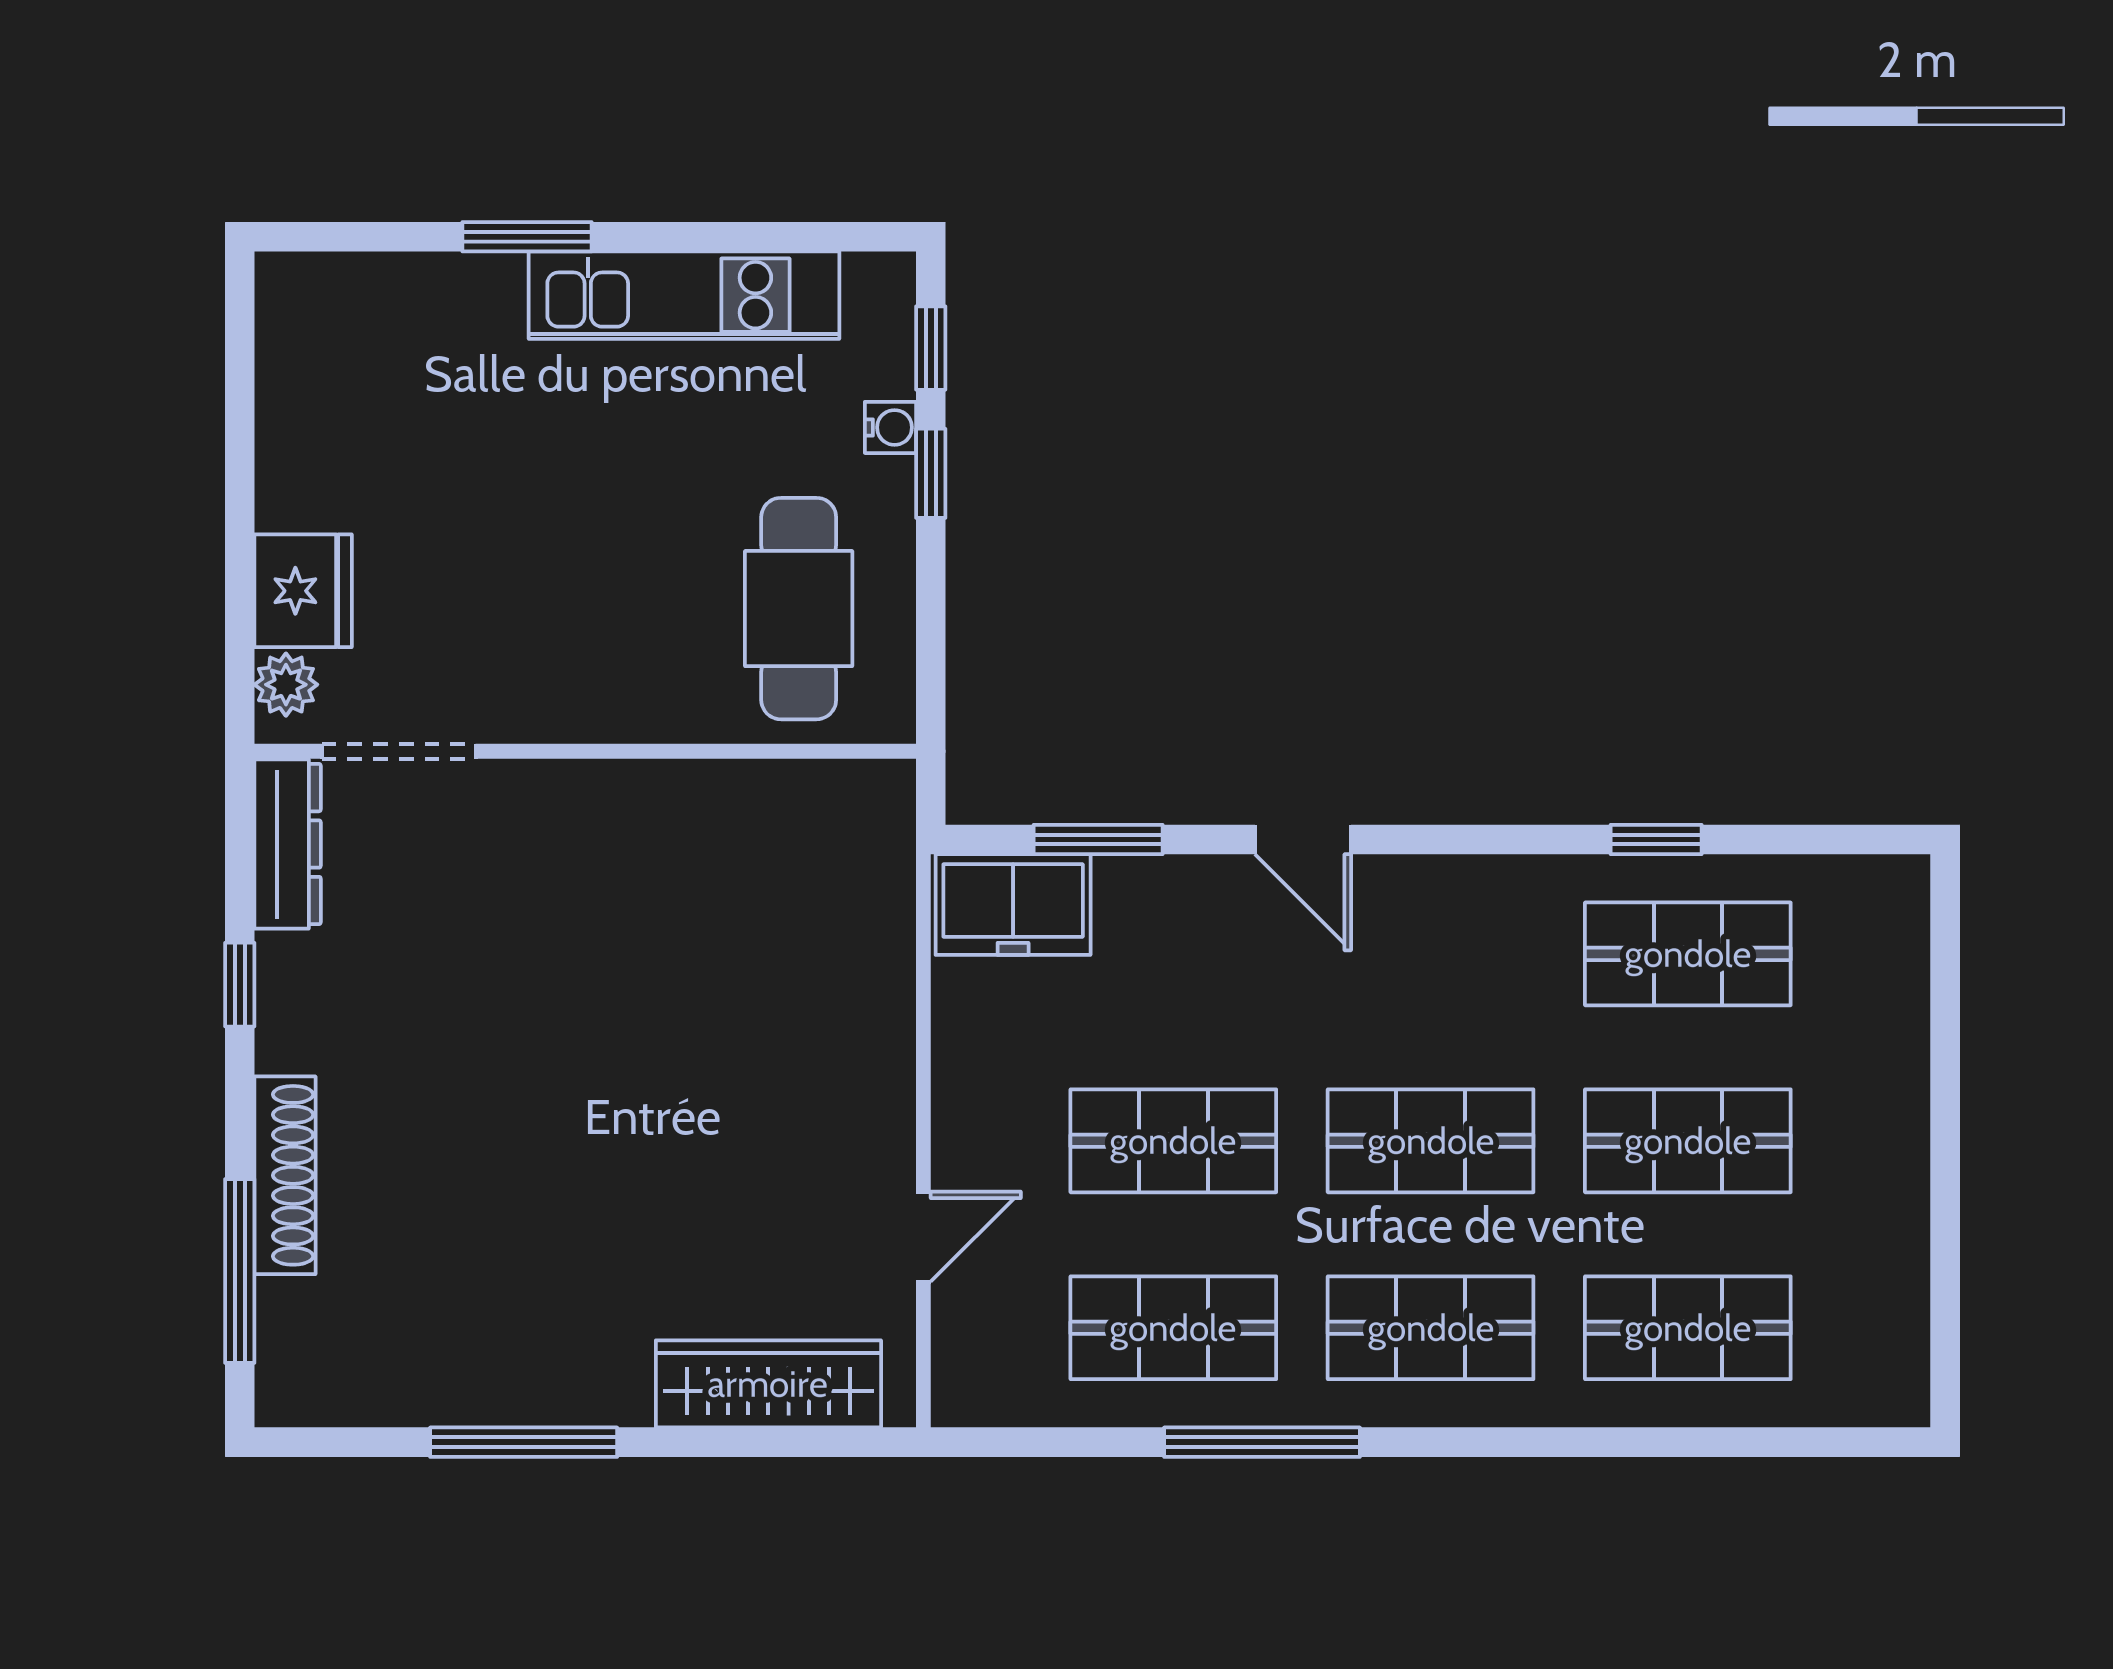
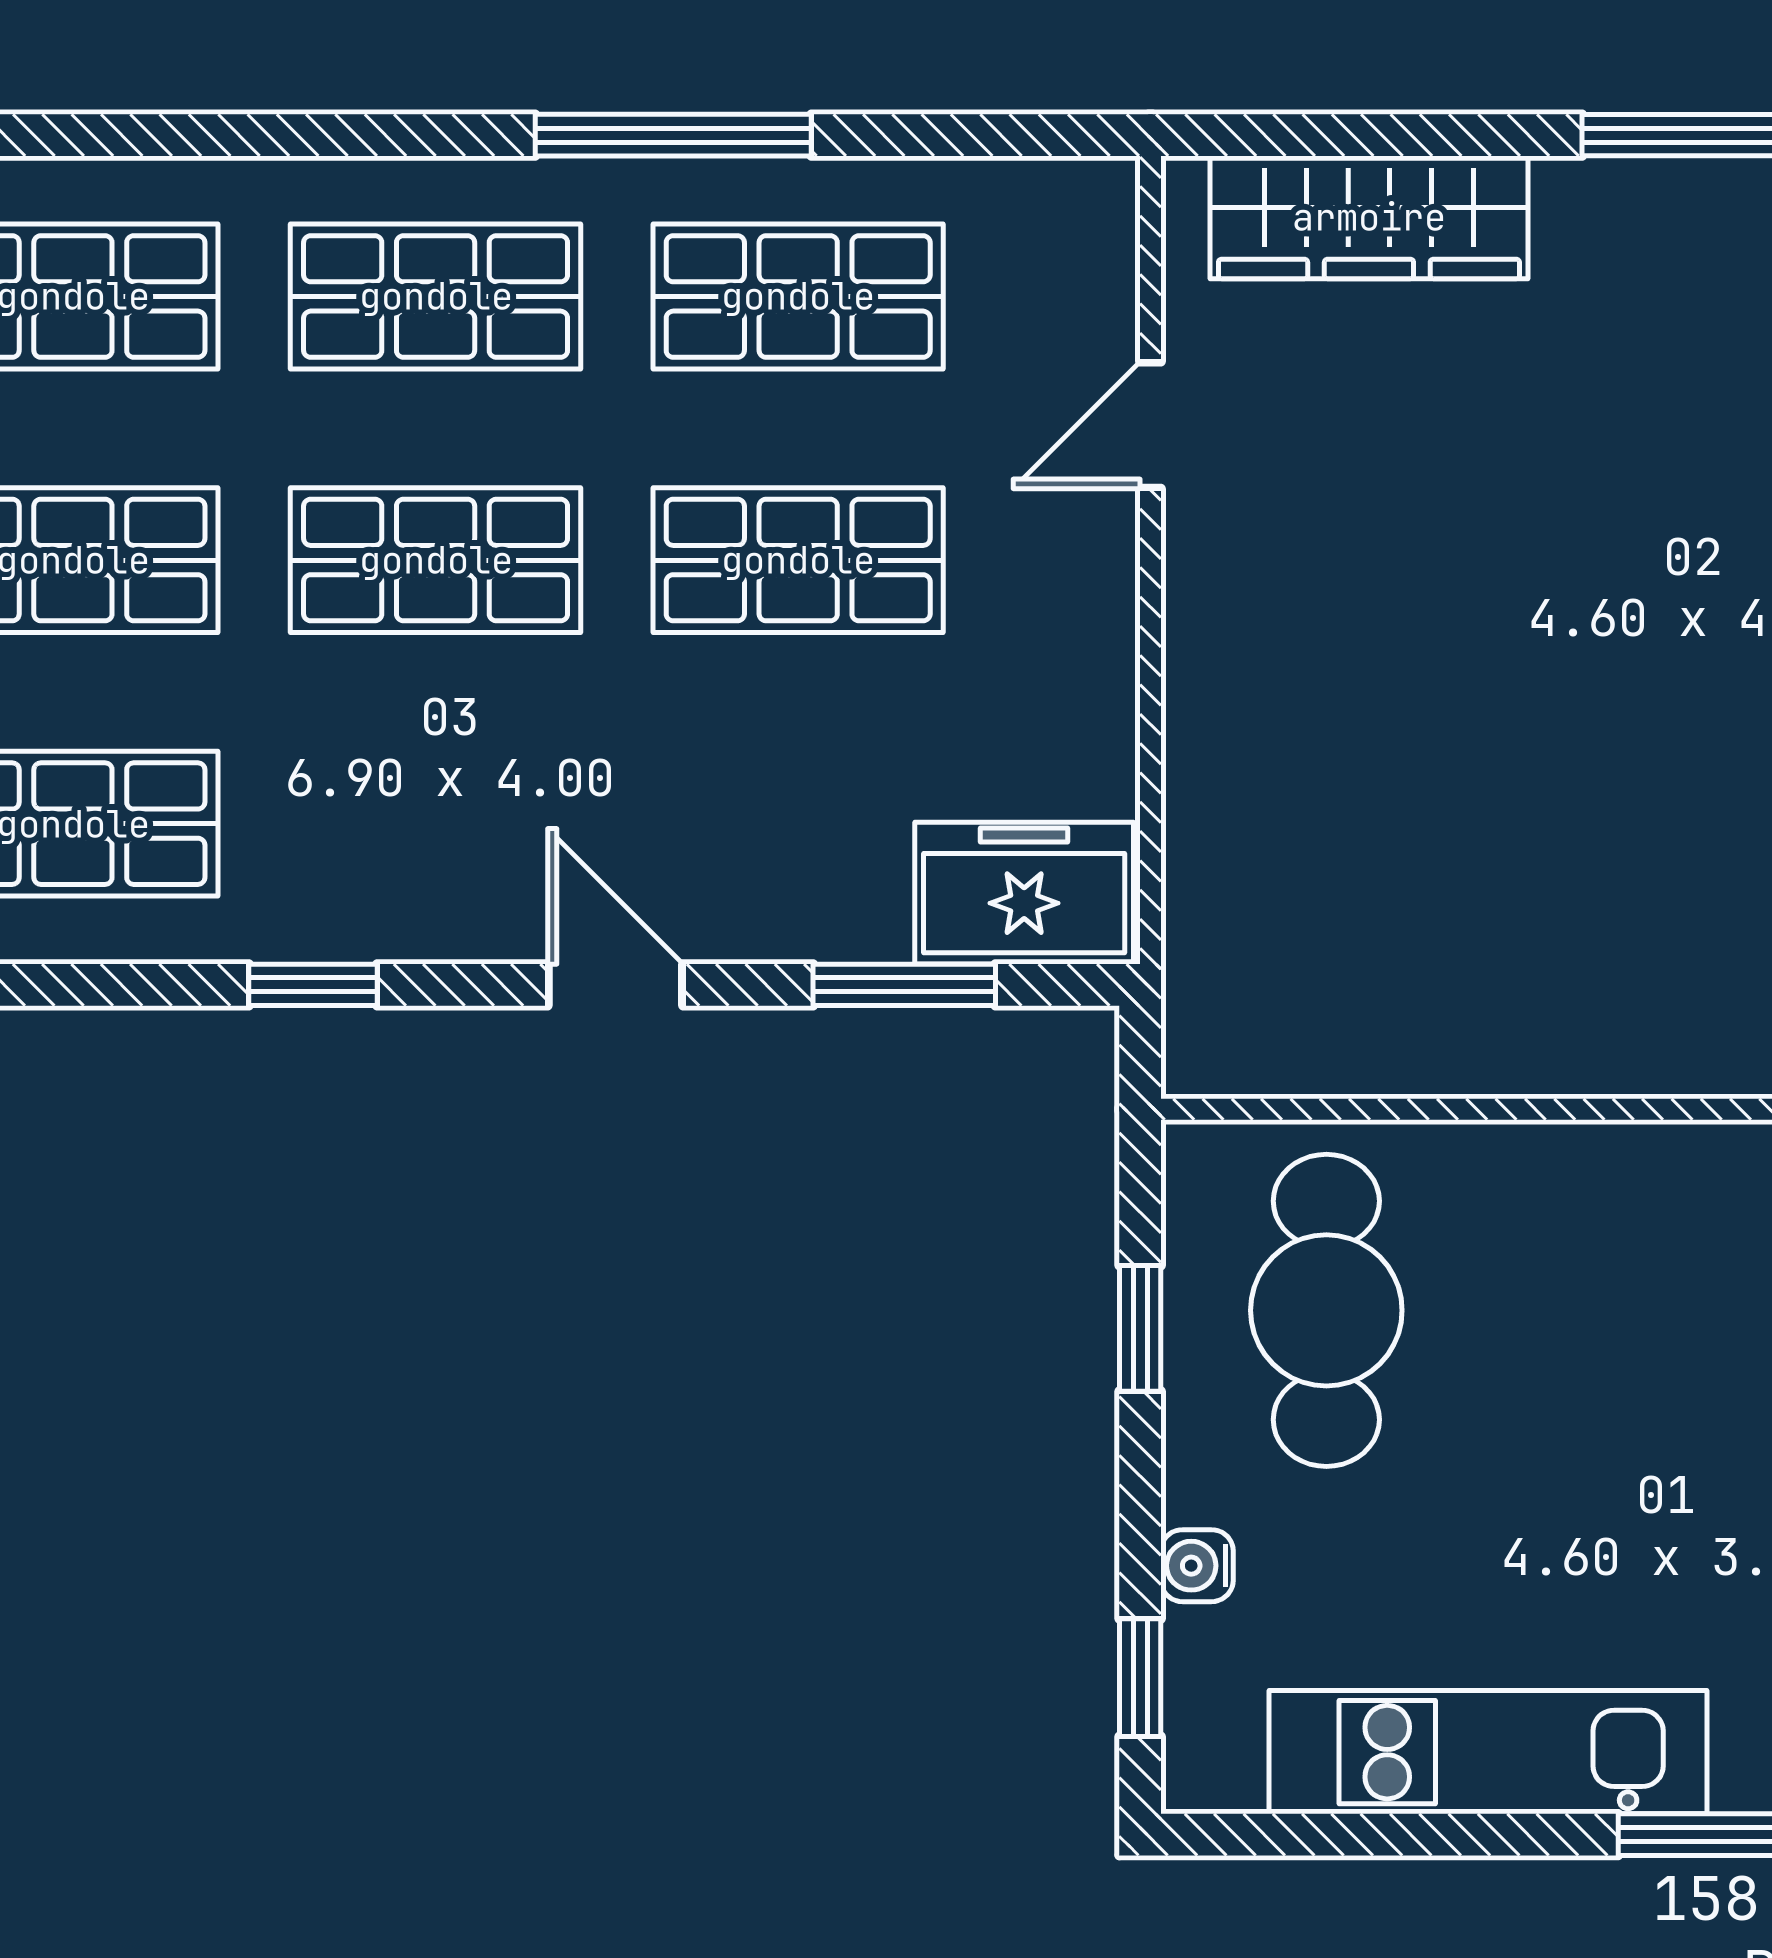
window: (931, 473) -> (1140, 1328), moved
window: (1656, 839) -> (313, 985), moved

